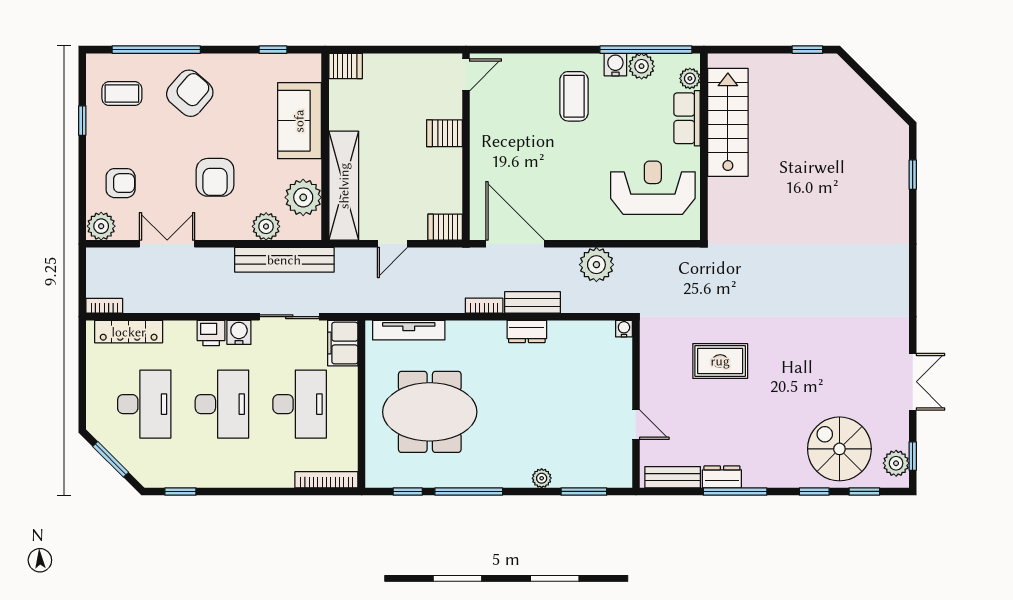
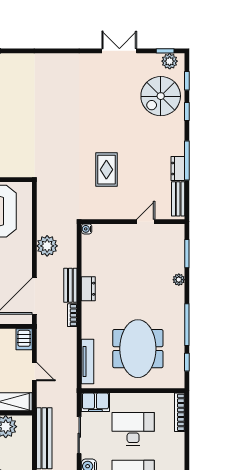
plant: (266, 226) -> (24, 450), removed

